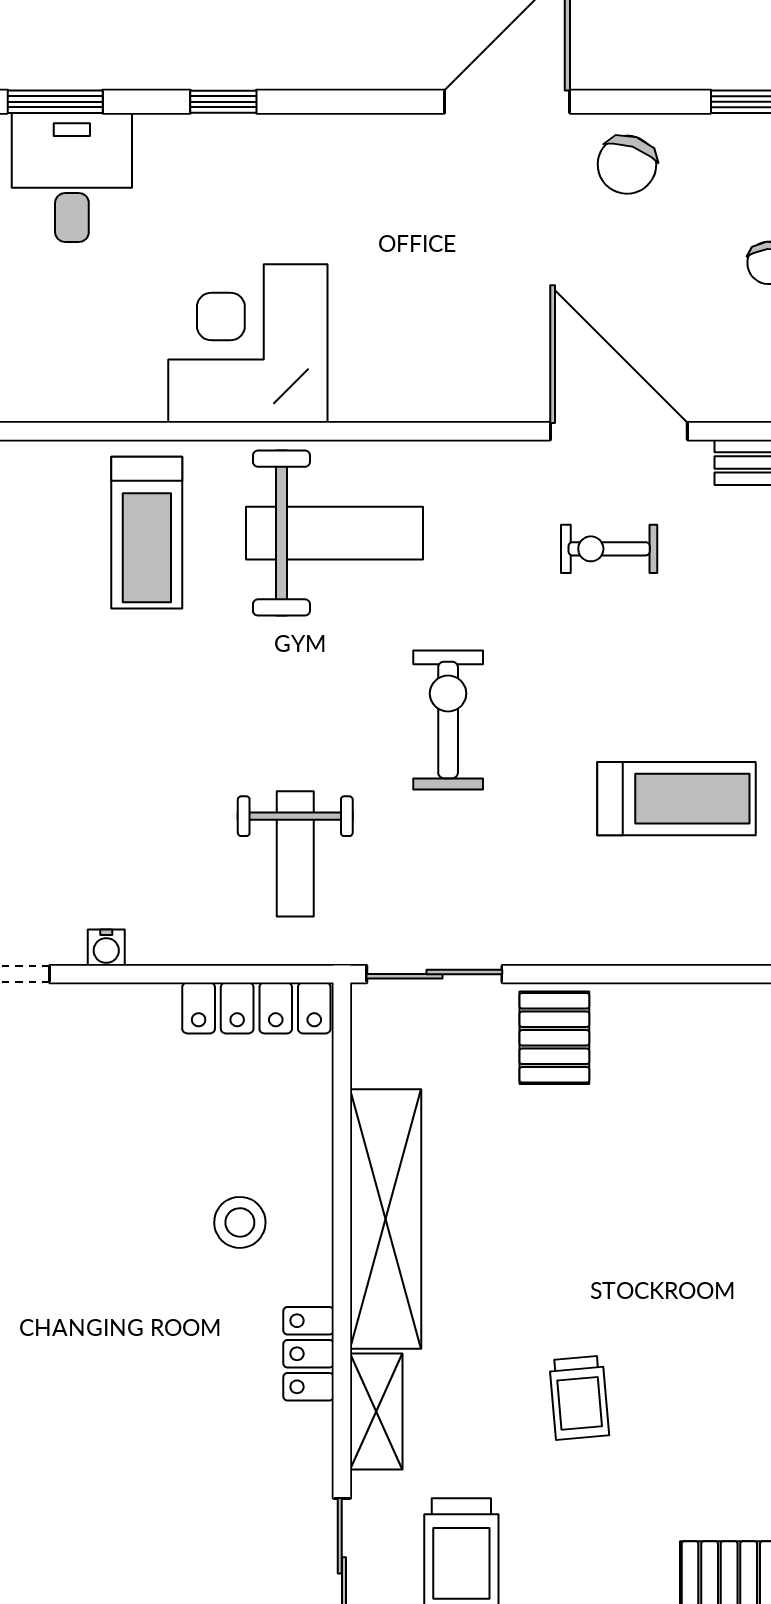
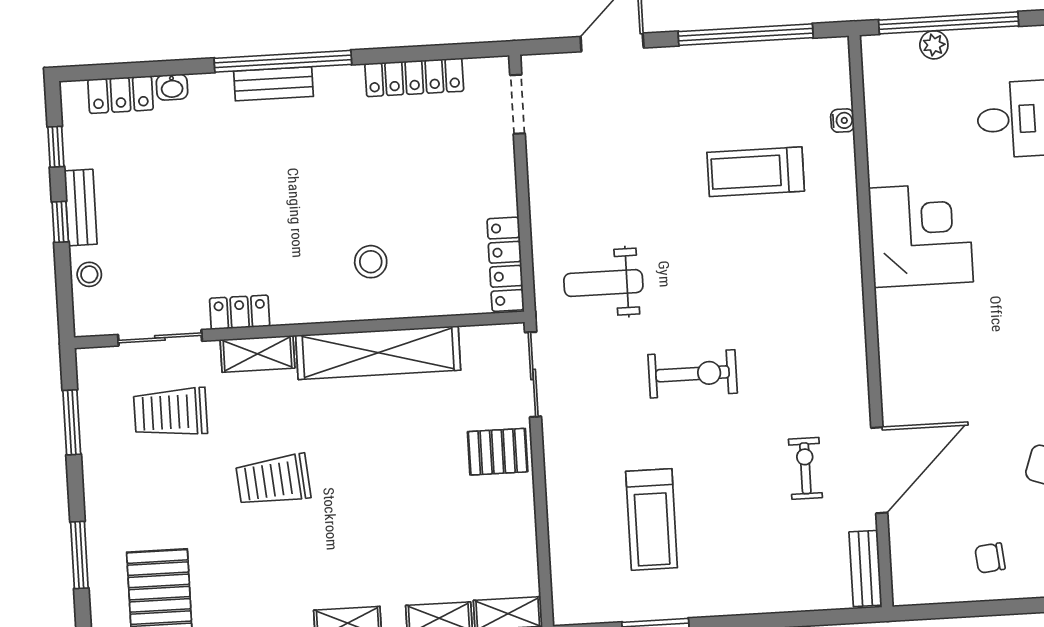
treadmill: (147, 533) -> (756, 172), moved
weight bench: (335, 533) -> (805, 296), removed
water cooler: (106, 948) -> (842, 121), moved, turned 180
locker: (309, 1354) -> (240, 312), moved
trolley: (579, 1398) -> (273, 480), width x1.36, depth x1.39

